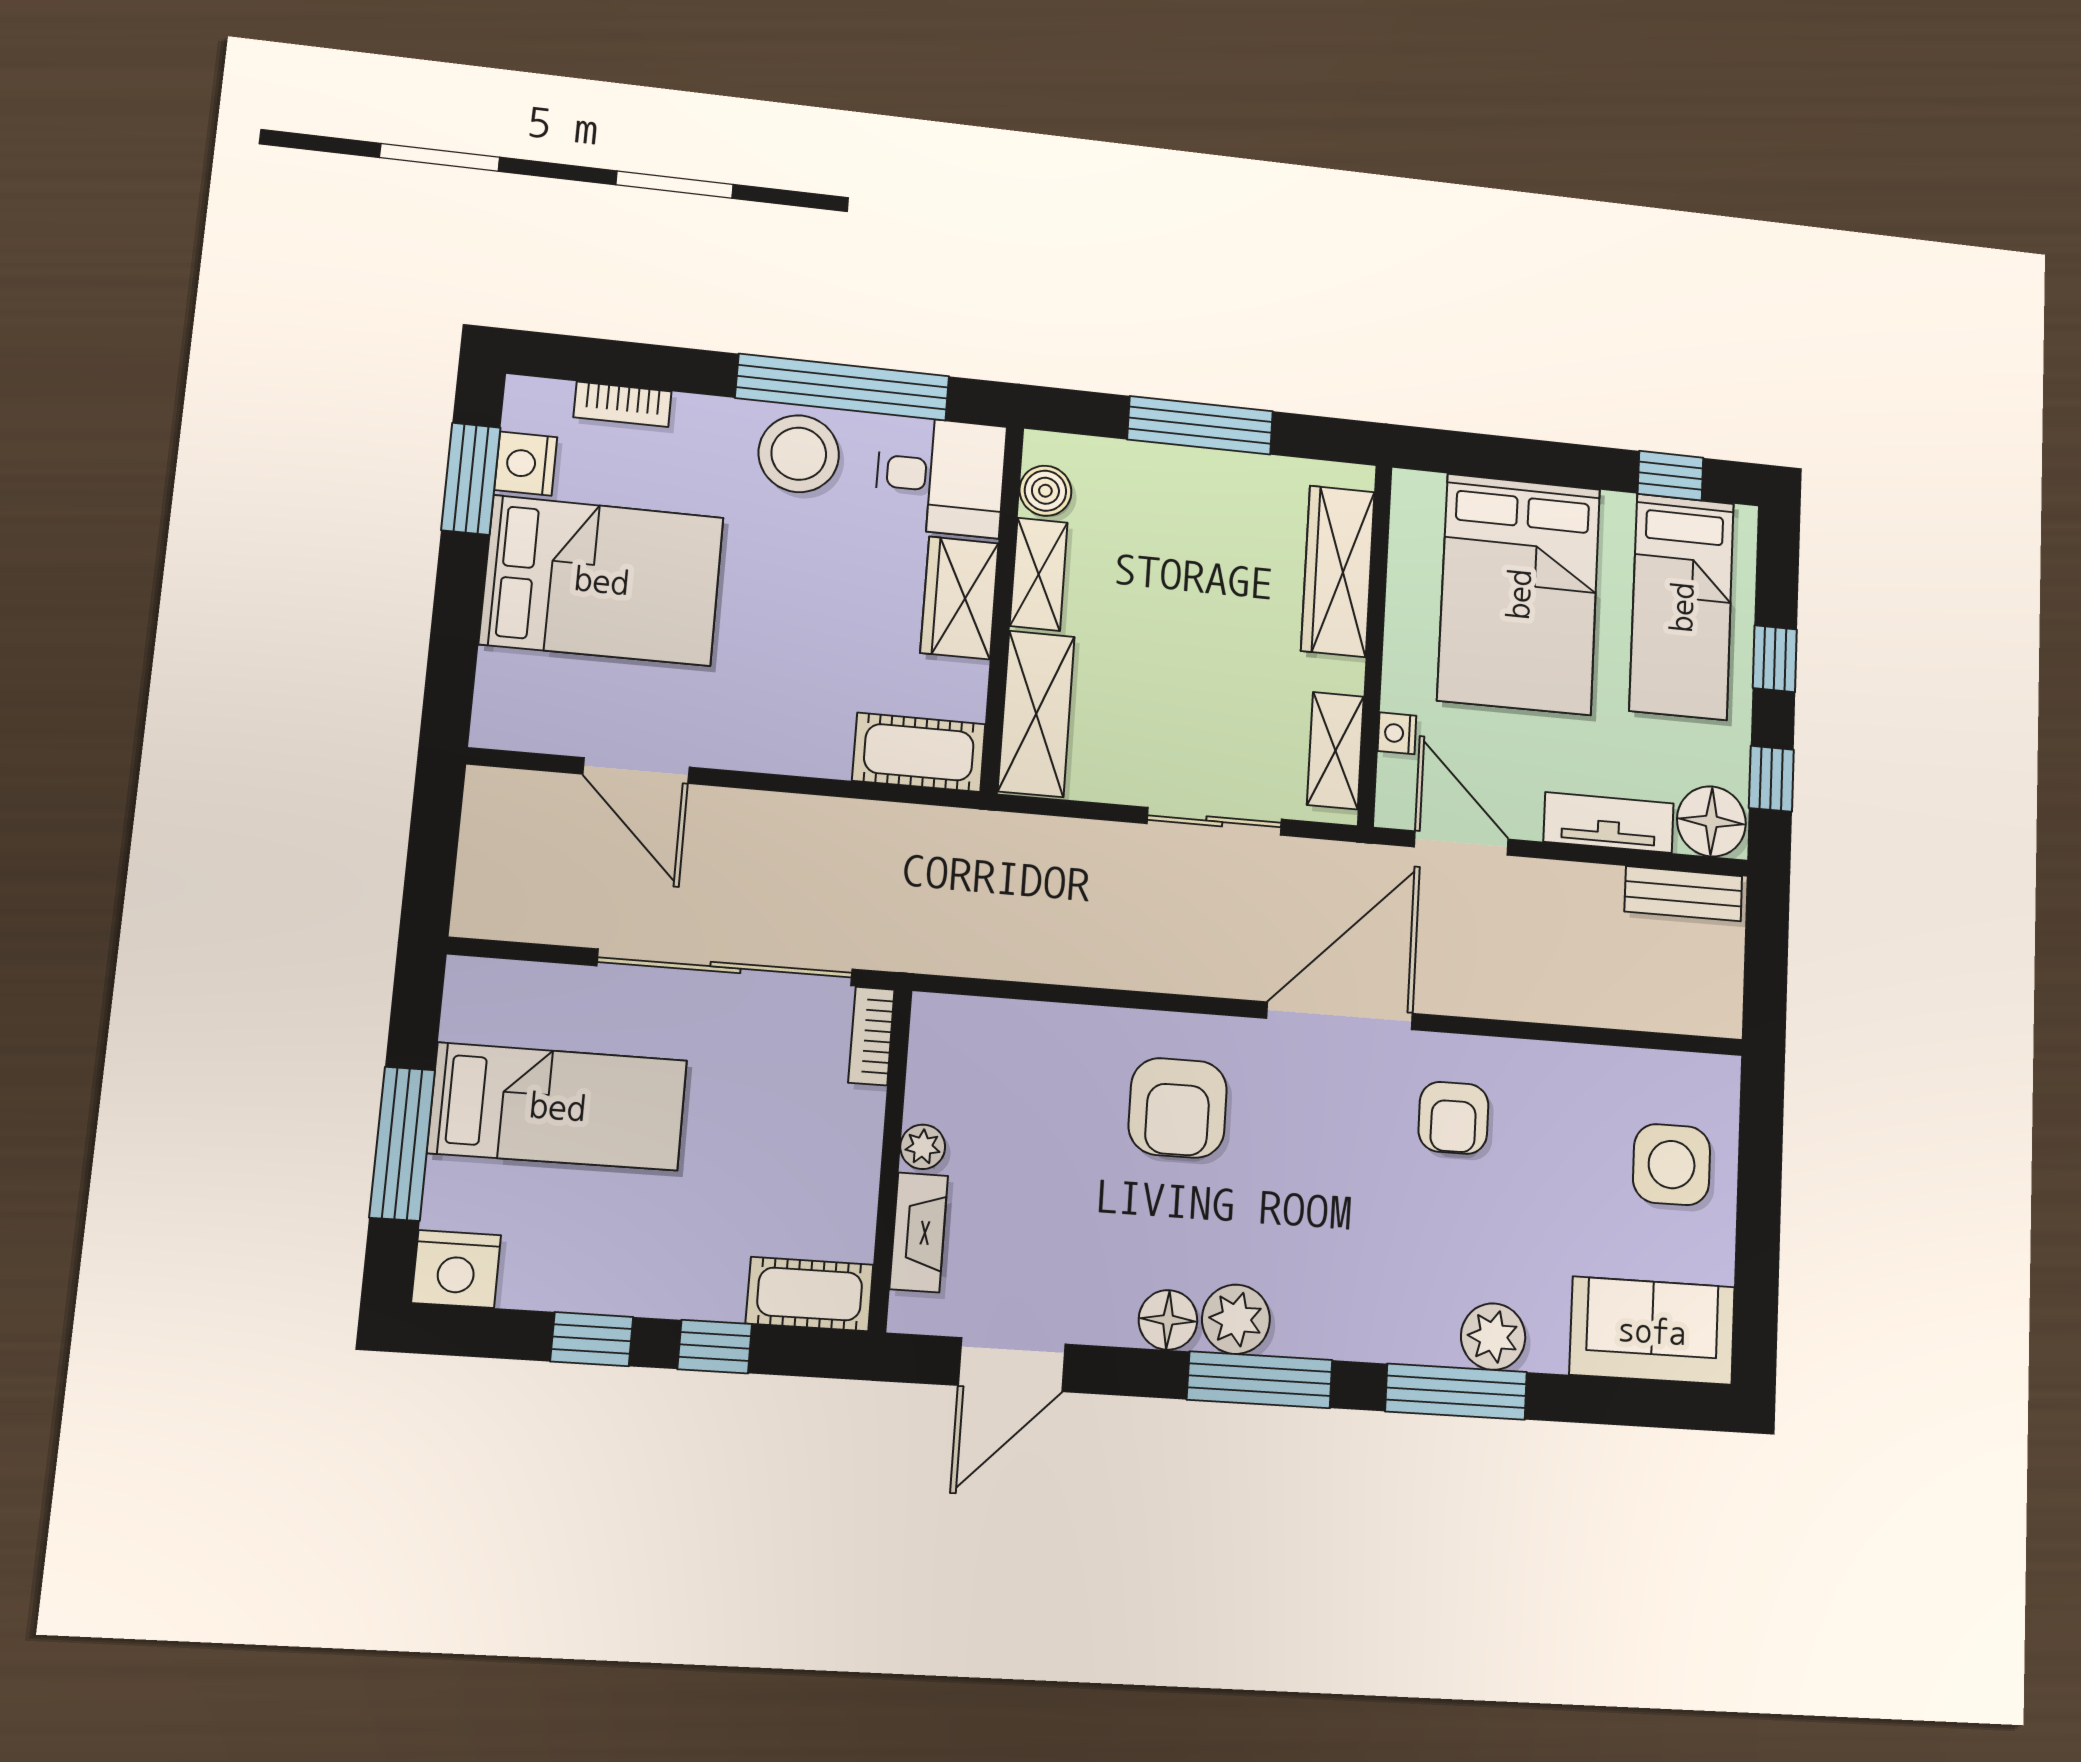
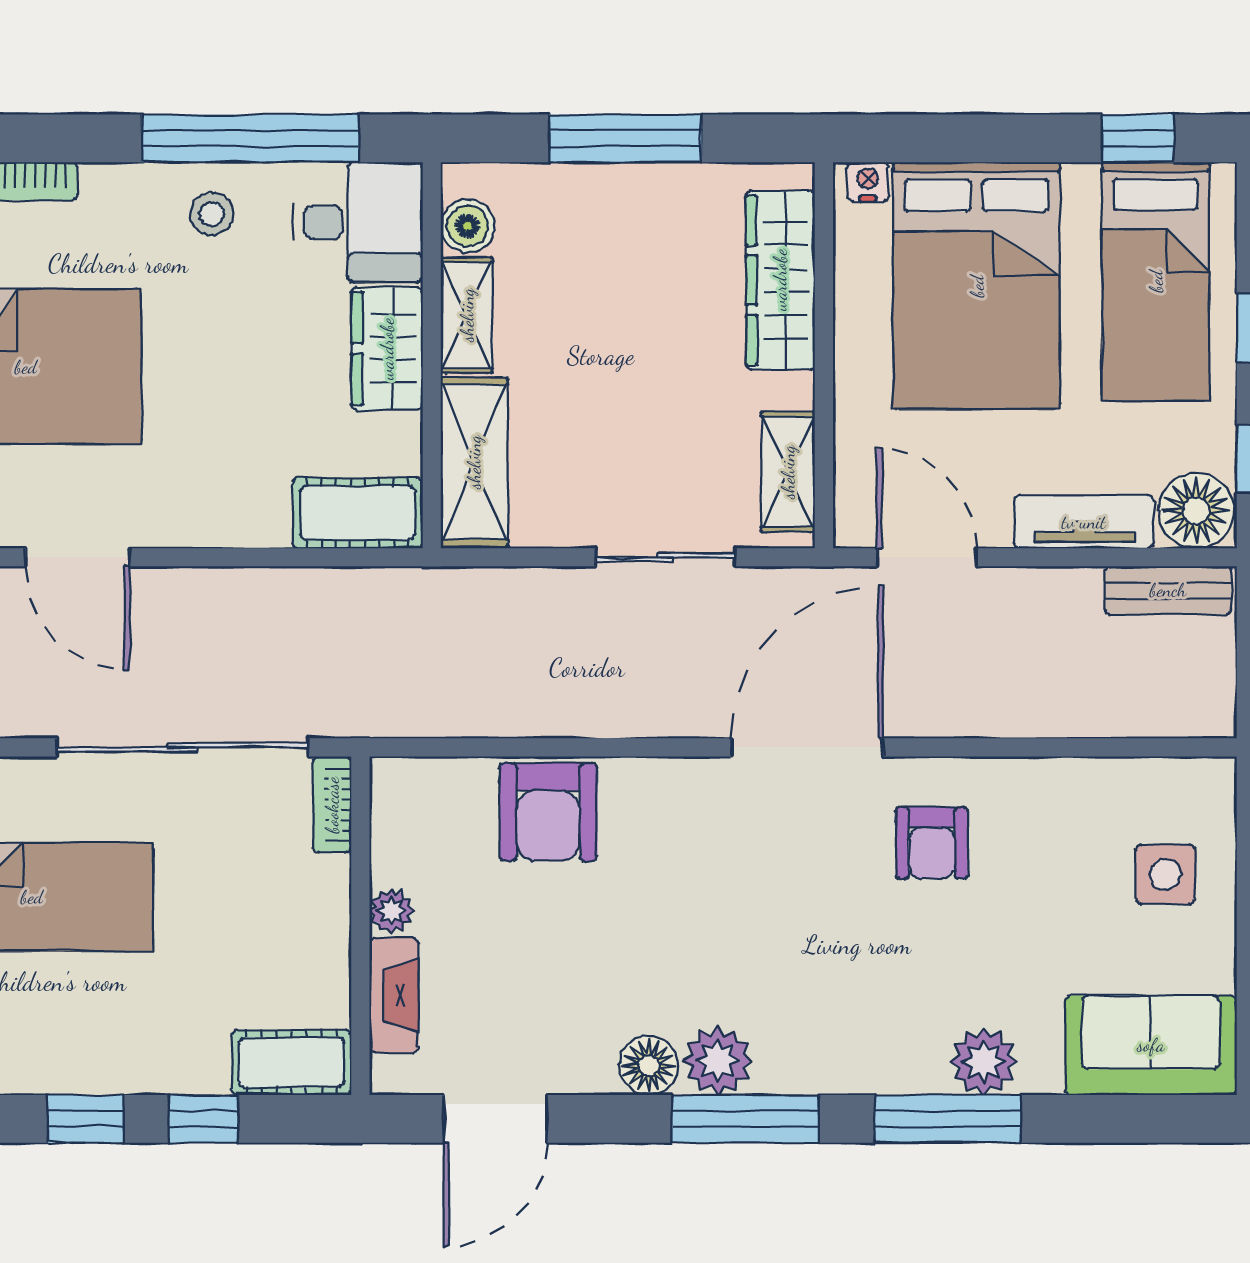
stool: (799, 454) -> (212, 214), width x0.53, depth x0.53
nightstand: (1397, 733) -> (868, 182), moved, turned 90
armchair: (1178, 1108) -> (548, 812), moved
side table: (1672, 1165) -> (1165, 874), width x0.73, depth x0.73

